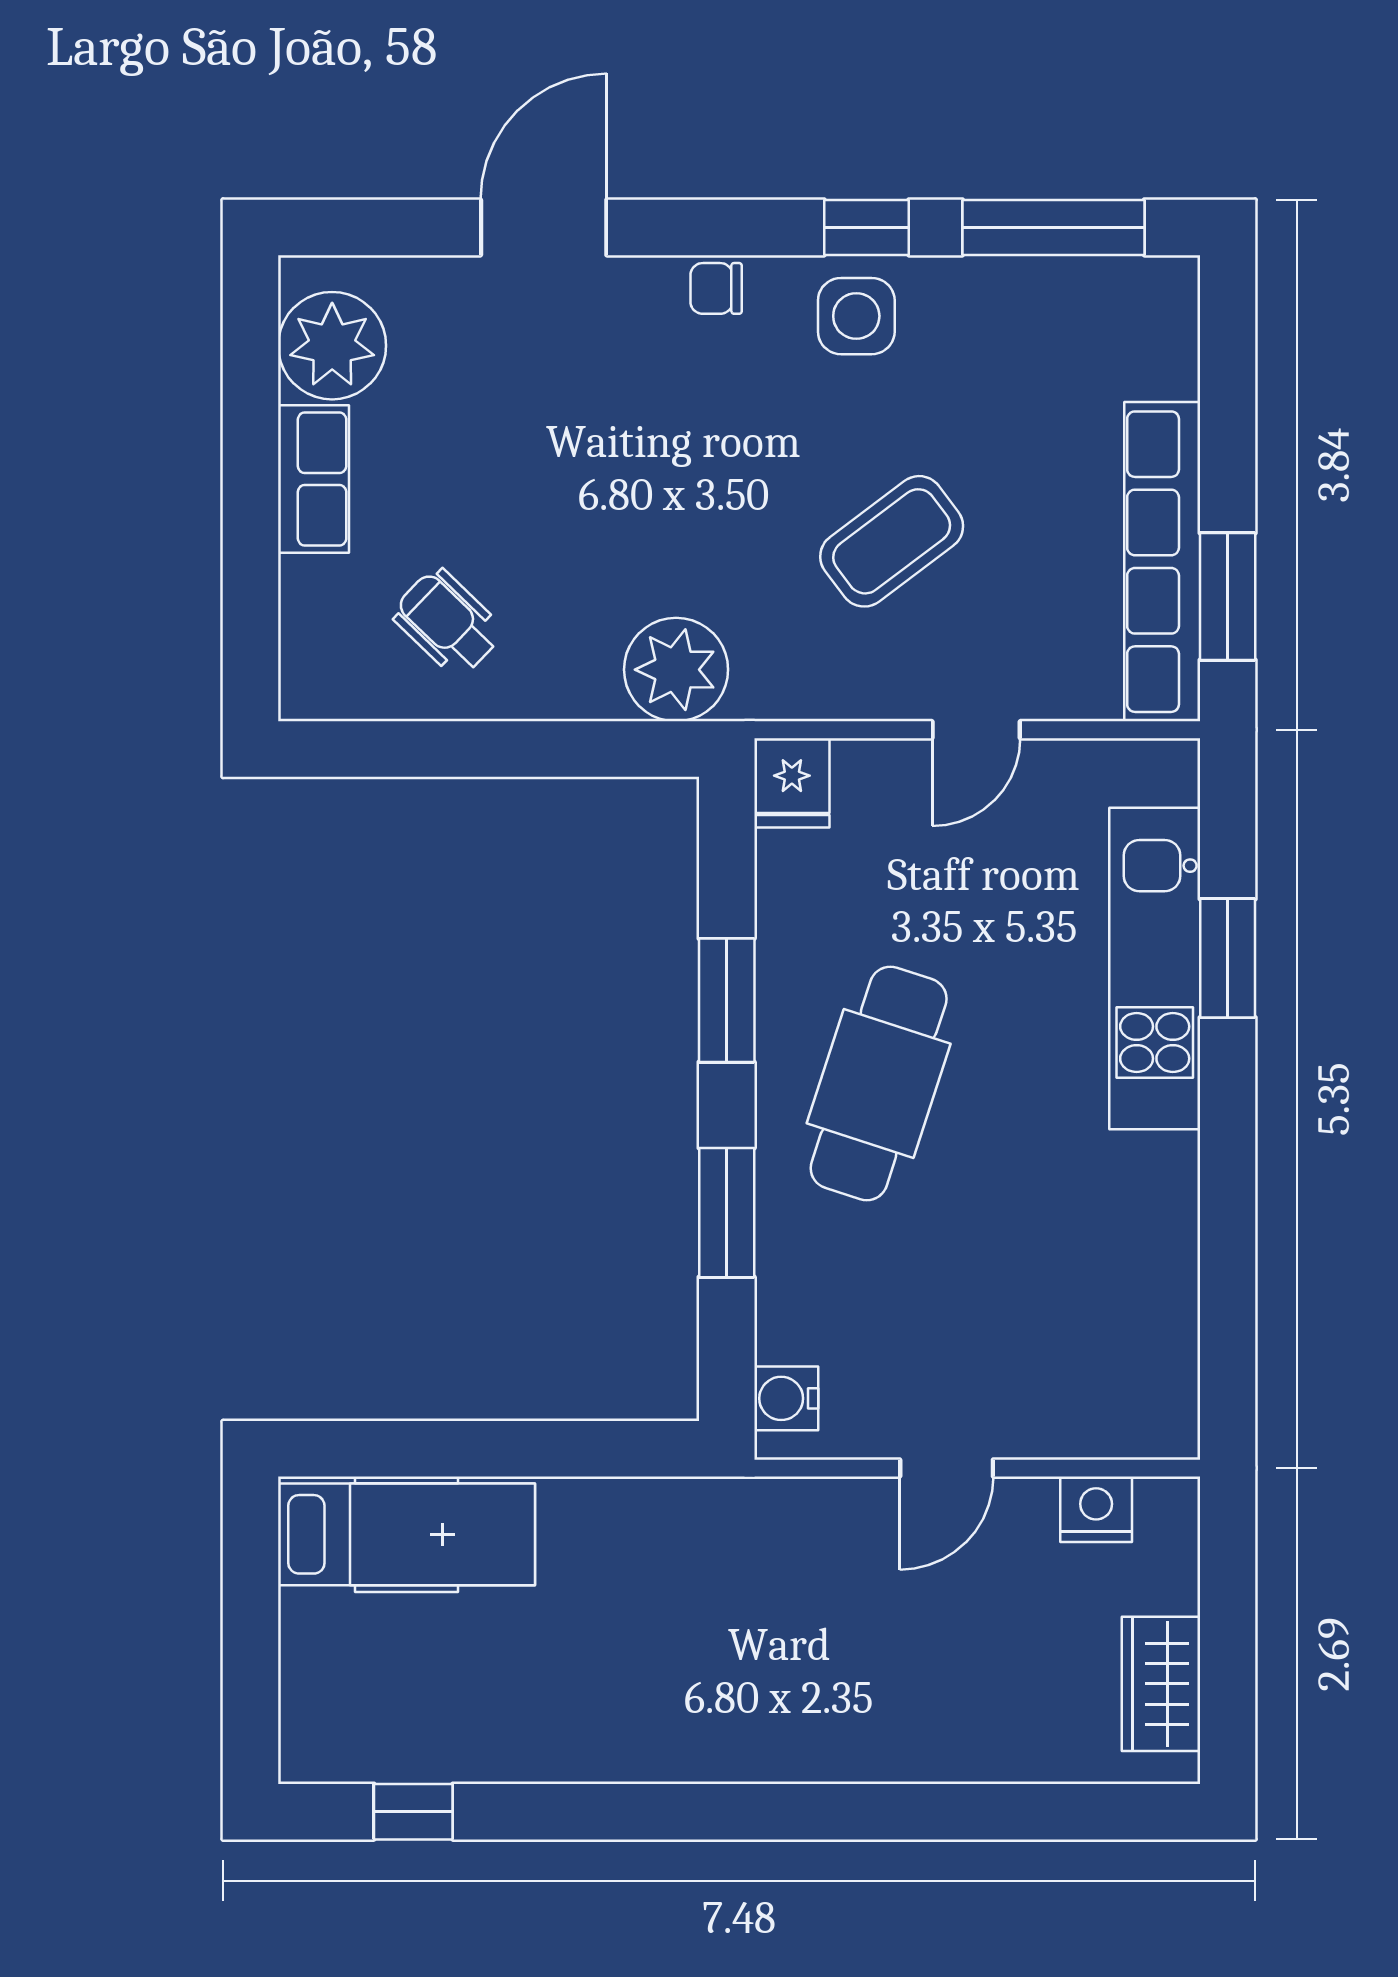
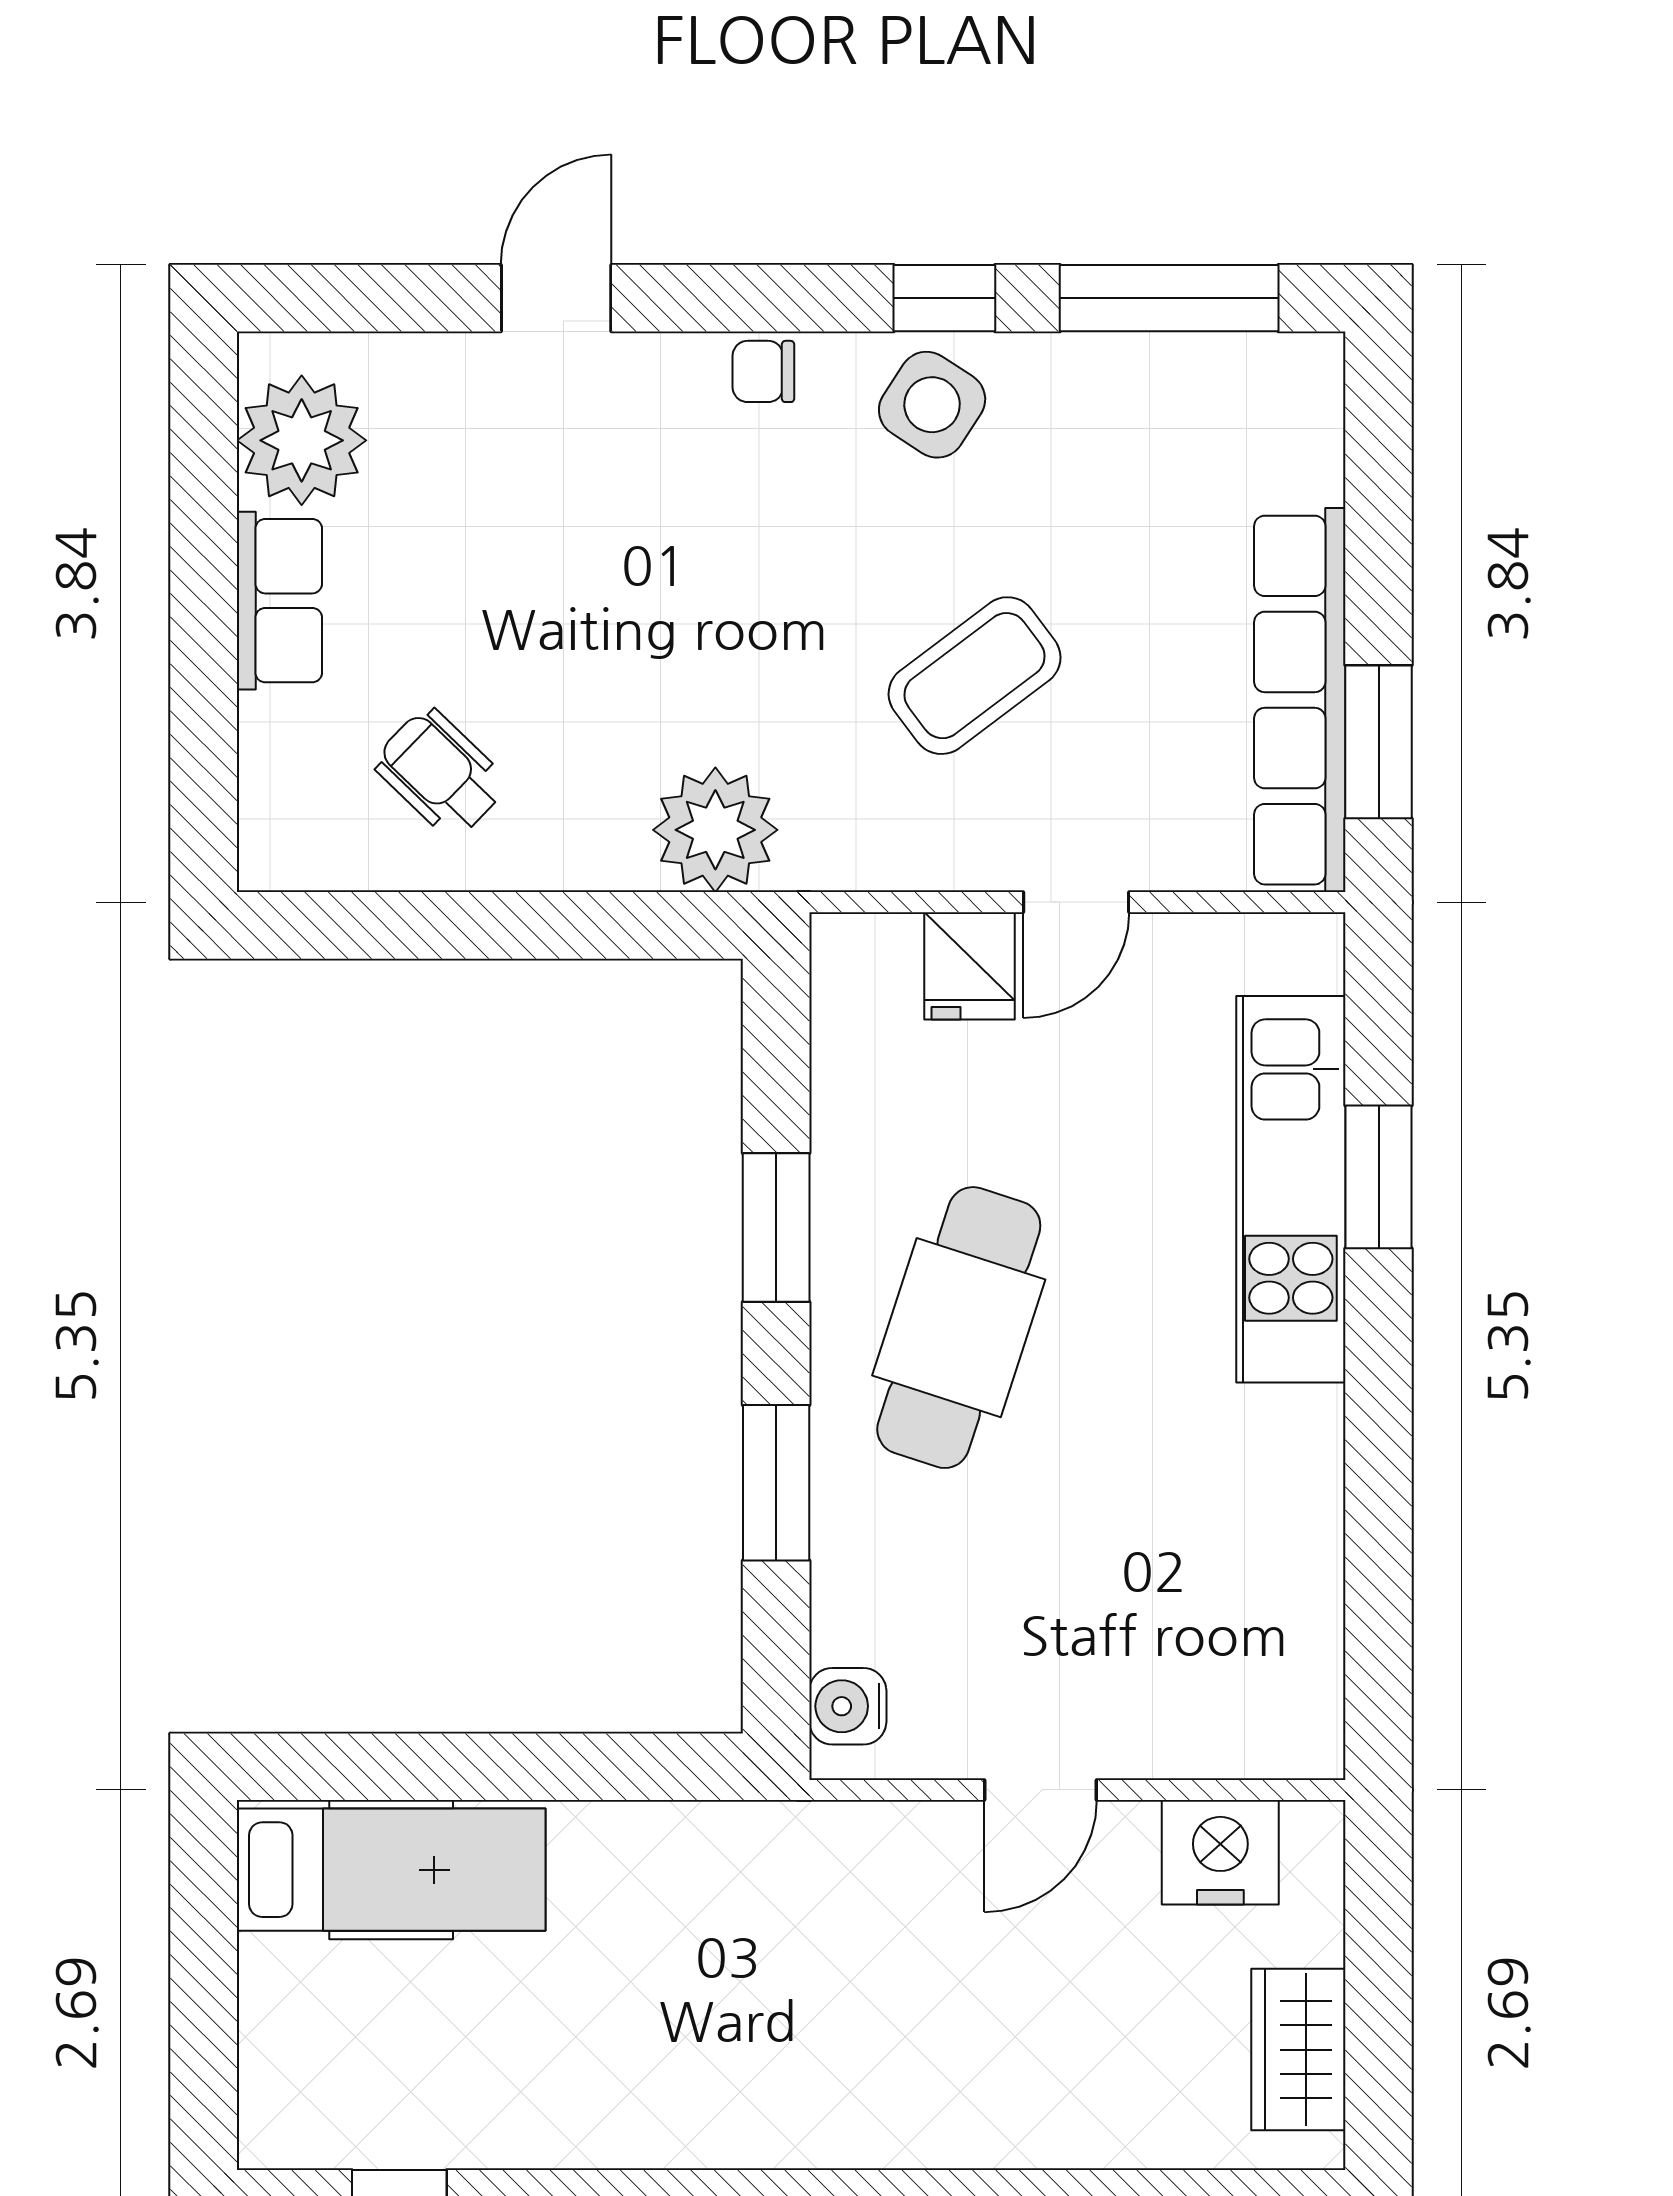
door: (544, 227) -> (556, 298), width x0.73
side table: (856, 316) -> (932, 405), turned 33
fridge: (792, 783) -> (969, 966), moved
nightstand: (1096, 1509) -> (1220, 1852), width x1.36, depth x1.33

